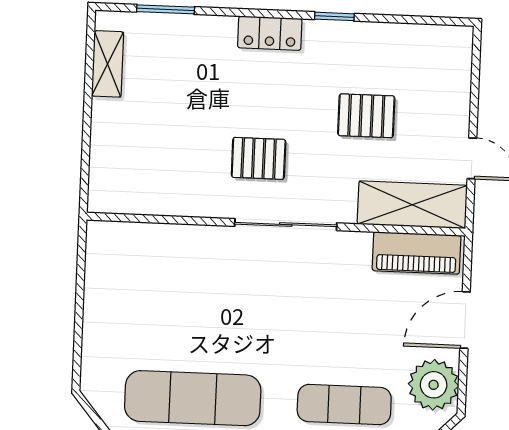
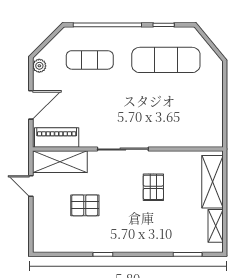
locker: (270, 33) -> (135, 245), removed
shelving: (110, 152) -> (212, 182), added
pallet: (259, 158) -> (153, 187), moved, turned 90
plant: (434, 385) -> (39, 66), width x0.53, depth x0.53

